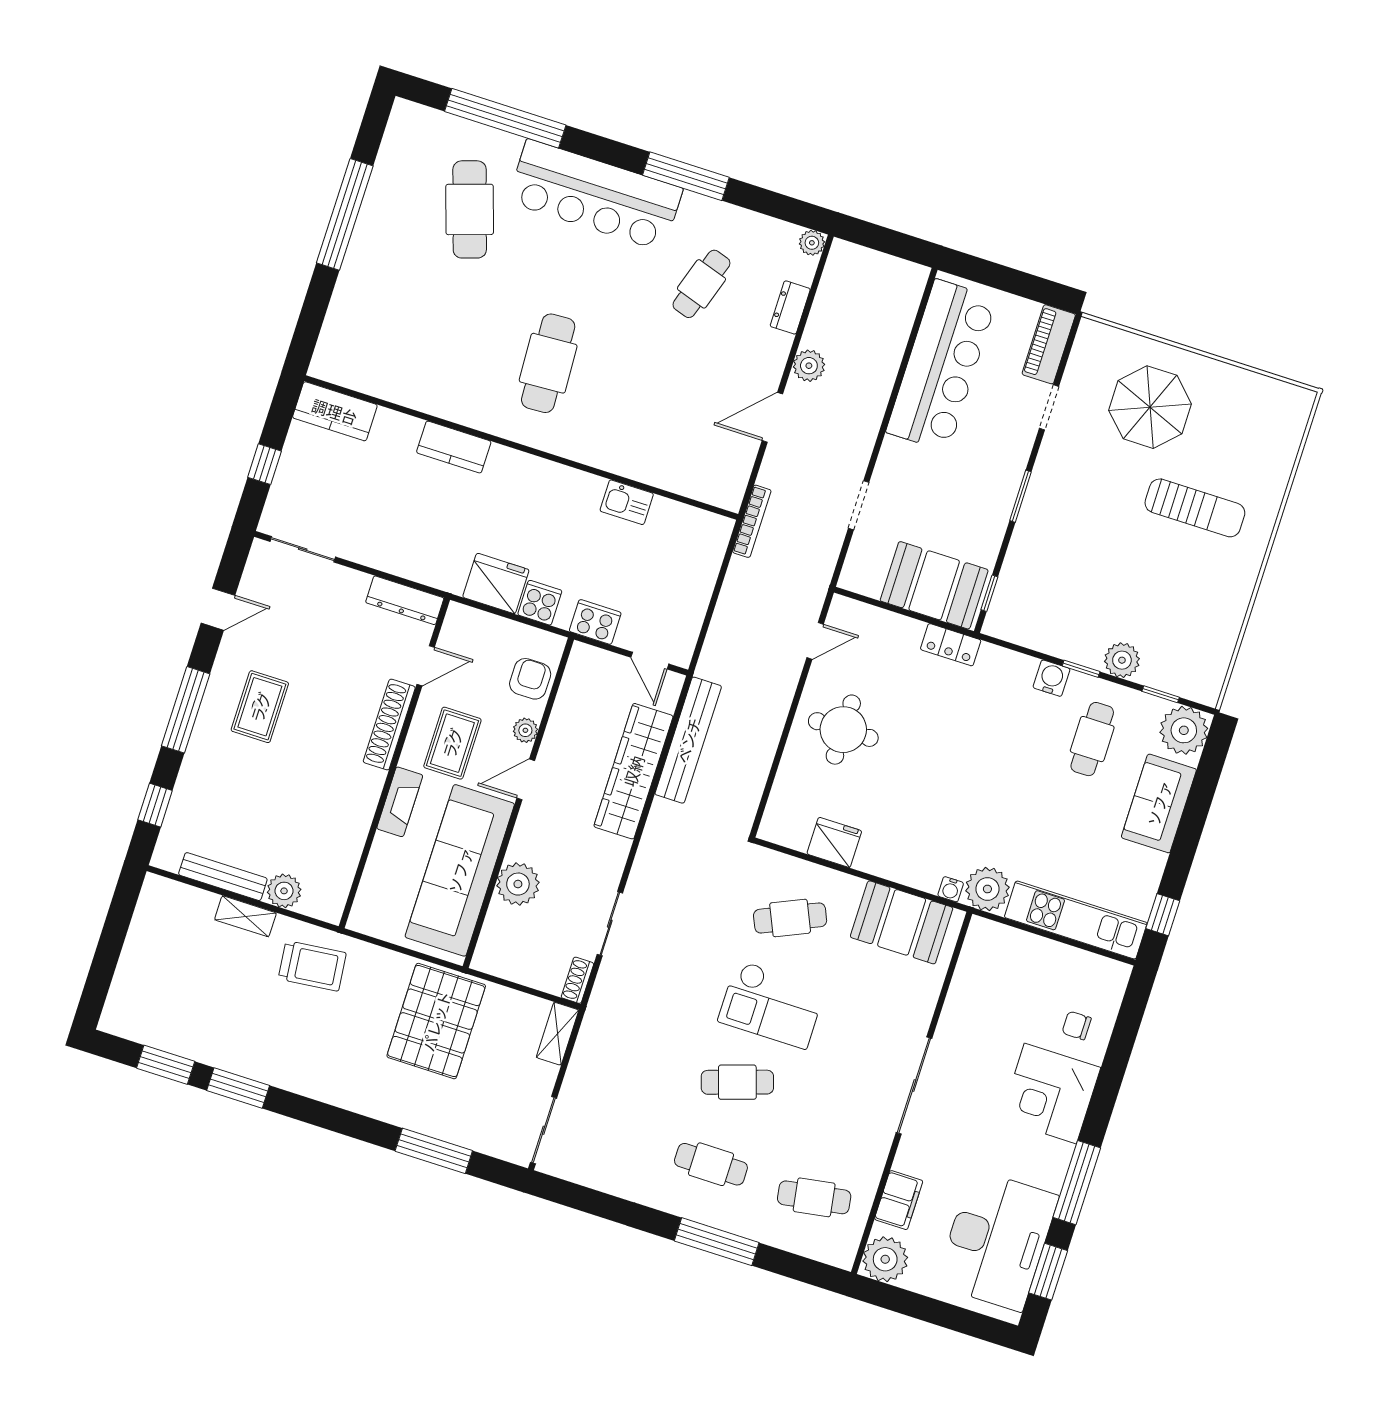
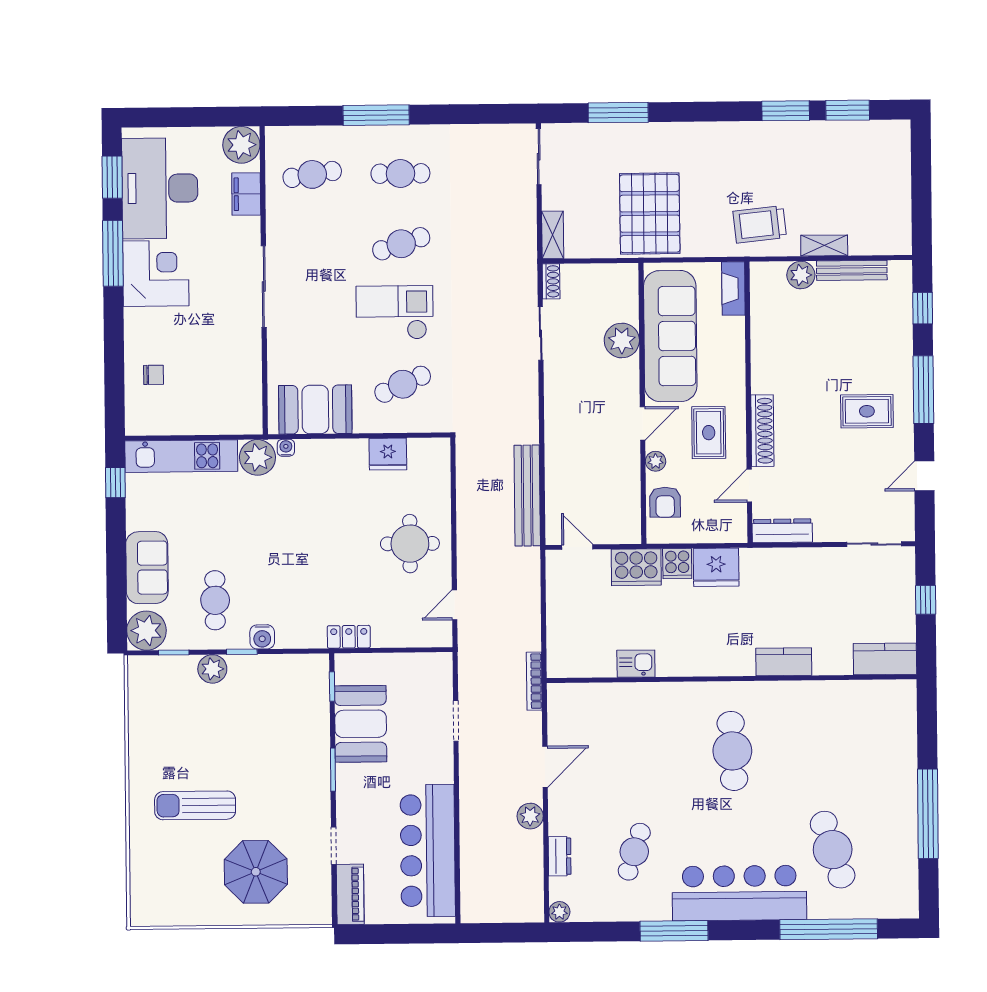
booth: (934, 585) -> (361, 724), moved, turned 90
cooker: (595, 622) -> (636, 567), width x1.37, depth x1.31
rug: (260, 707) -> (867, 411), turned 90
wardrobe: (633, 771) -> (561, 457), removed
fireplace: (400, 802) -> (733, 289), moved
corner desk: (1050, 1093) -> (156, 273), moved

